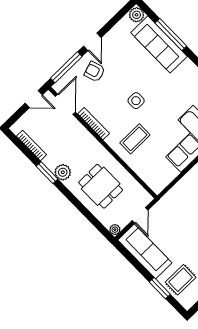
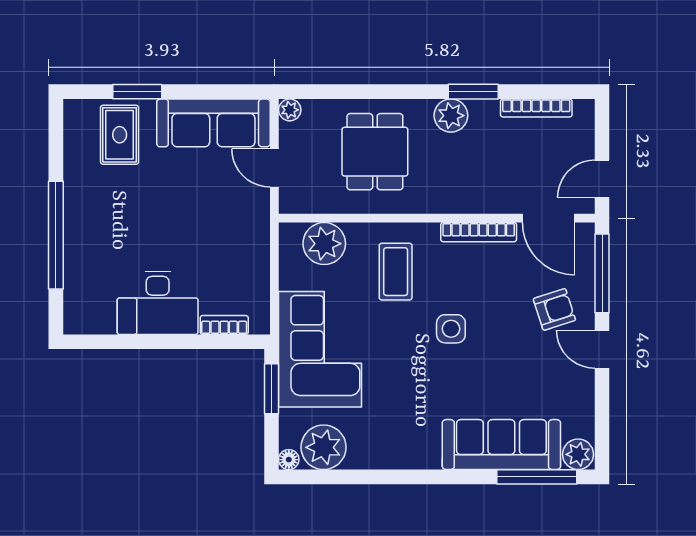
window: (171, 34) -> (537, 477), moved
plant: (149, 173) -> (324, 244), added
dining table: (101, 186) -> (375, 152), turned 90

